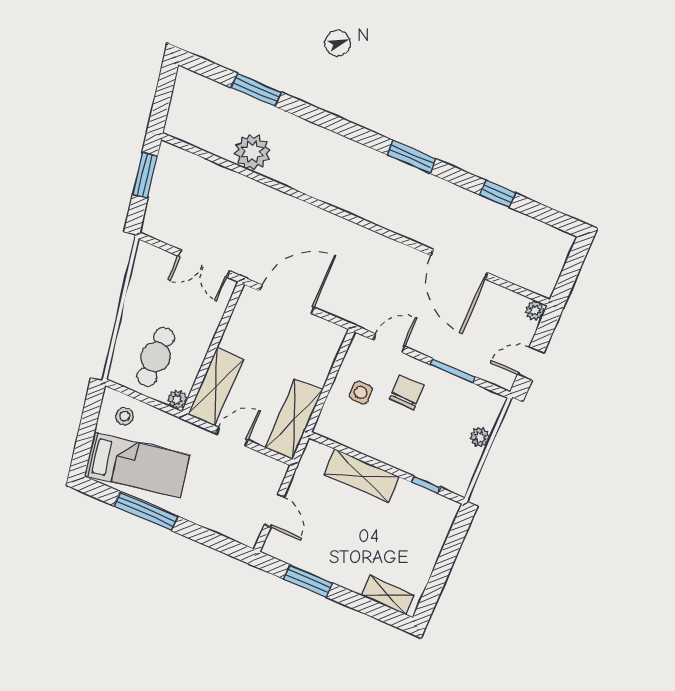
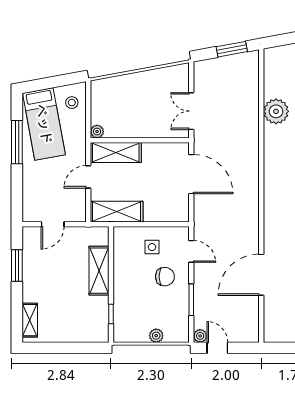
plant: (535, 311) -> (200, 336), moved
cafe table: (156, 357) -> (118, 106), removed
door: (232, 437) -> (88, 177), swing flipped

